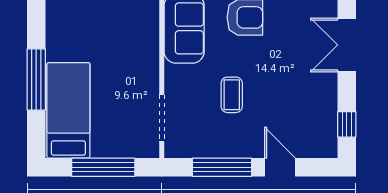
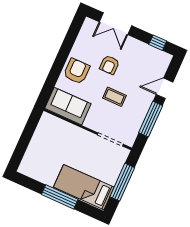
armchair: (278, 64) -> (109, 65), added

